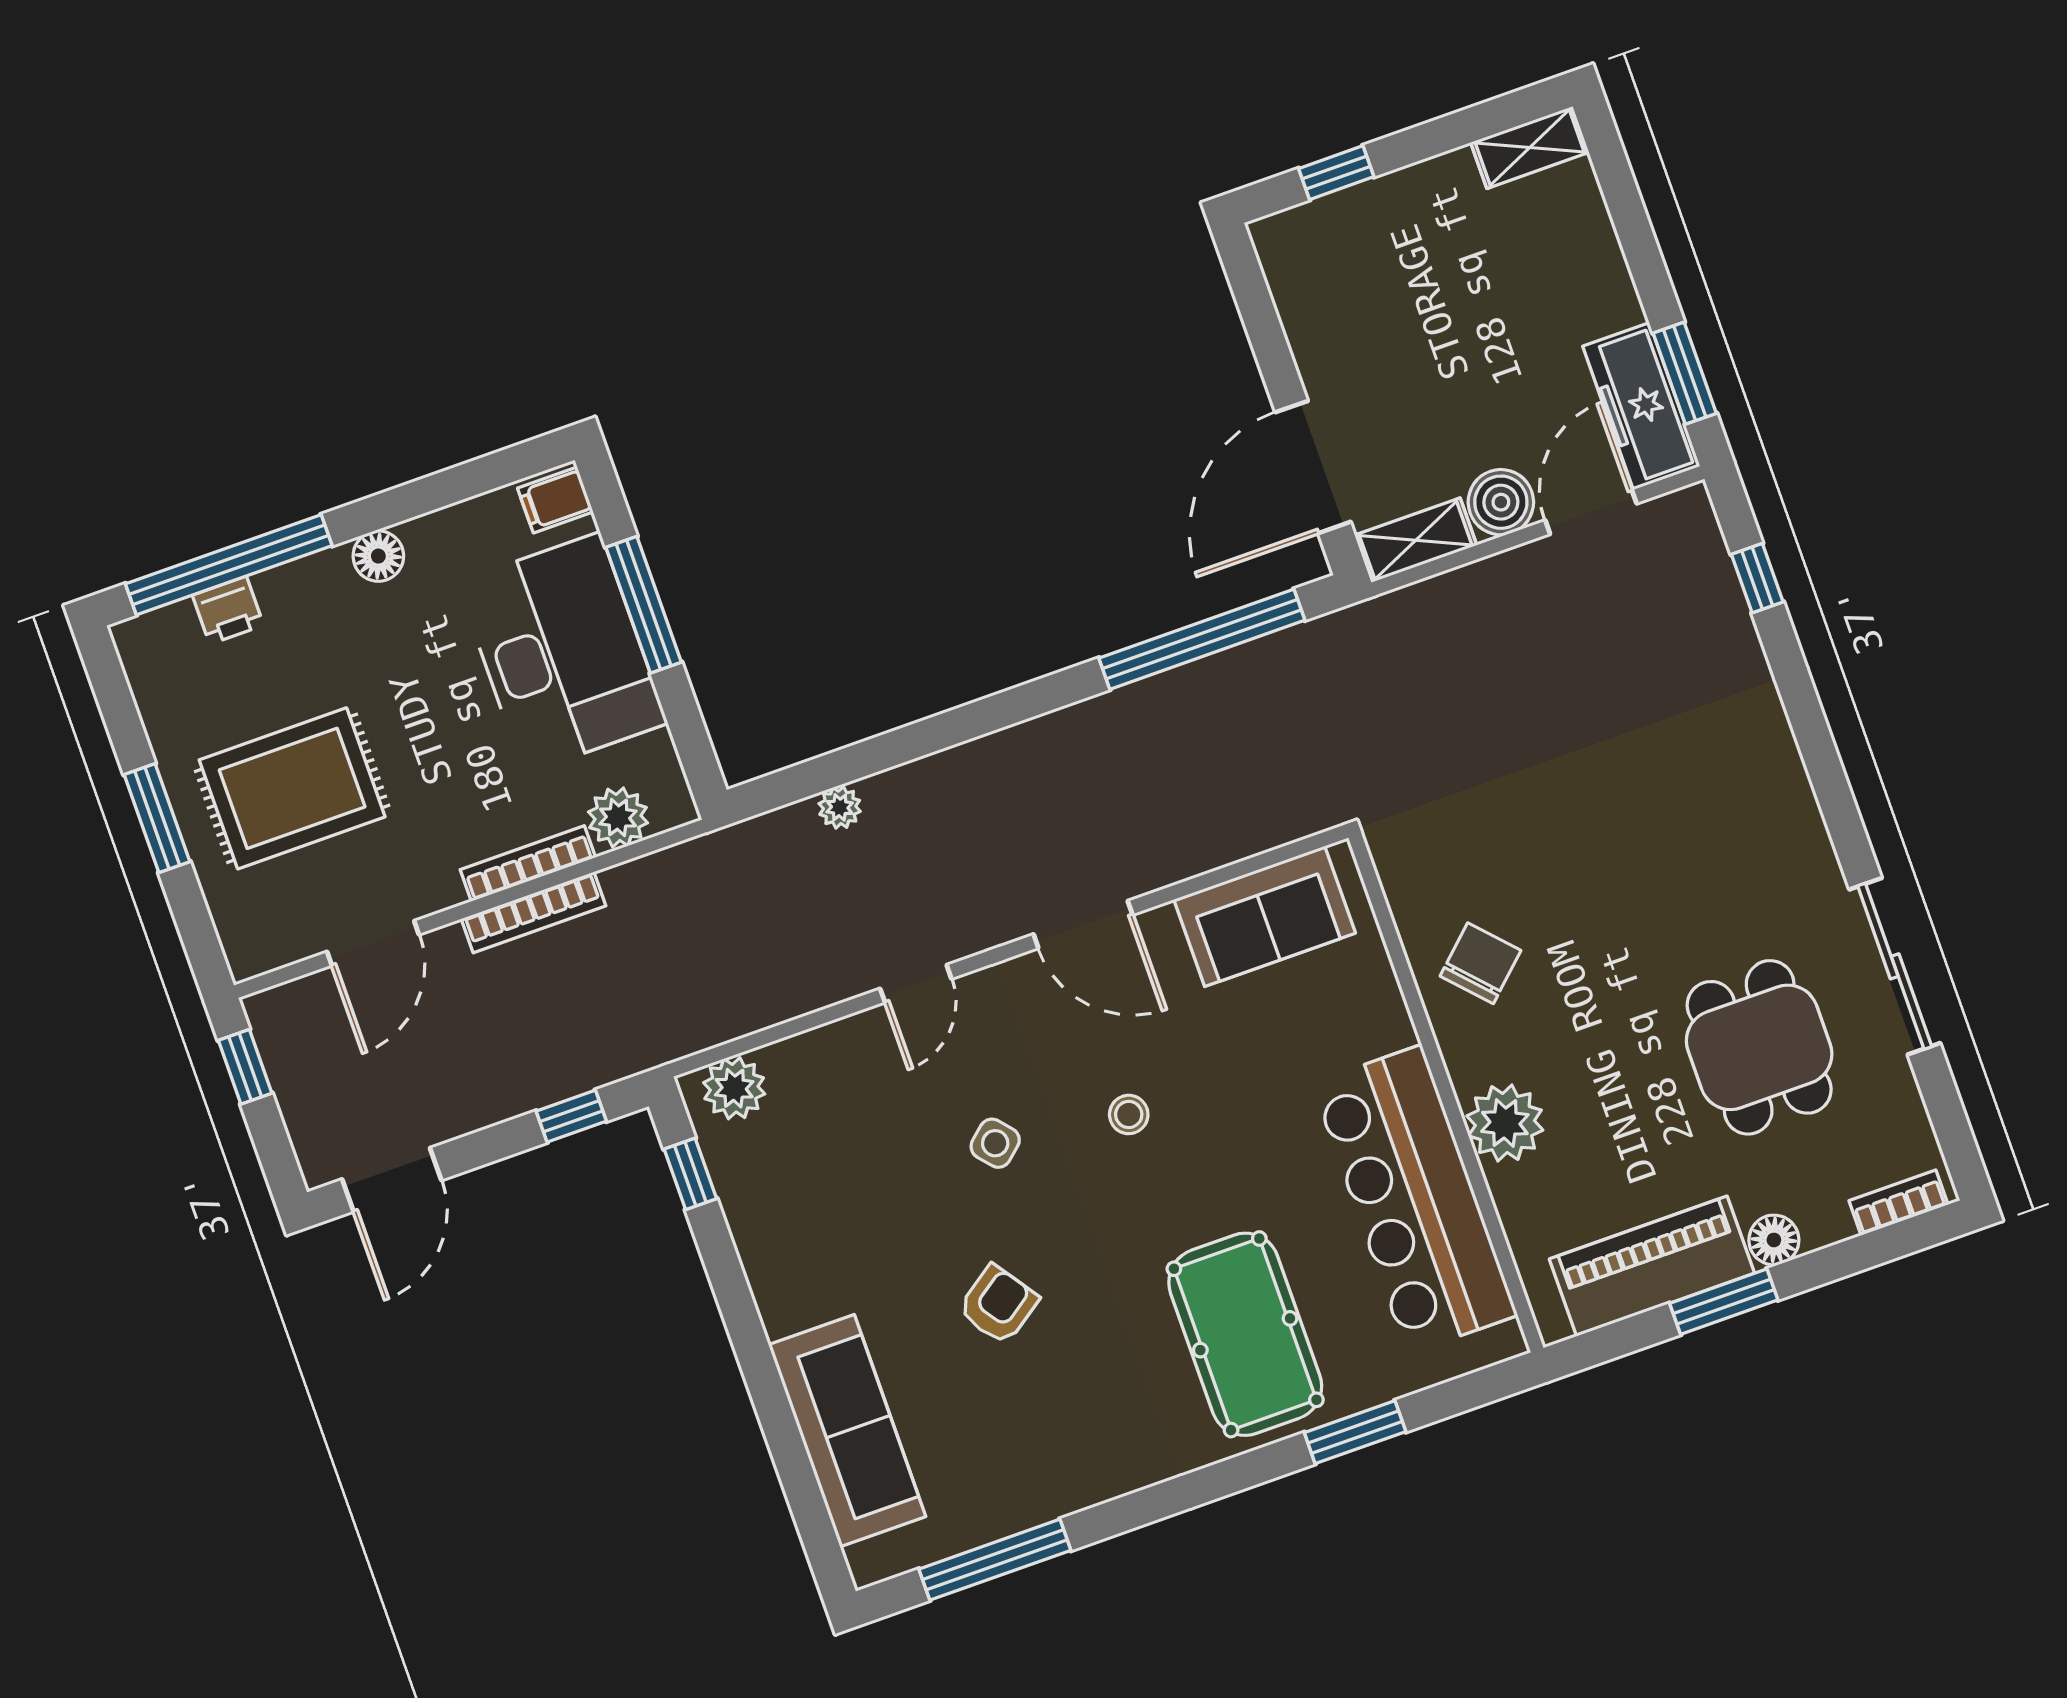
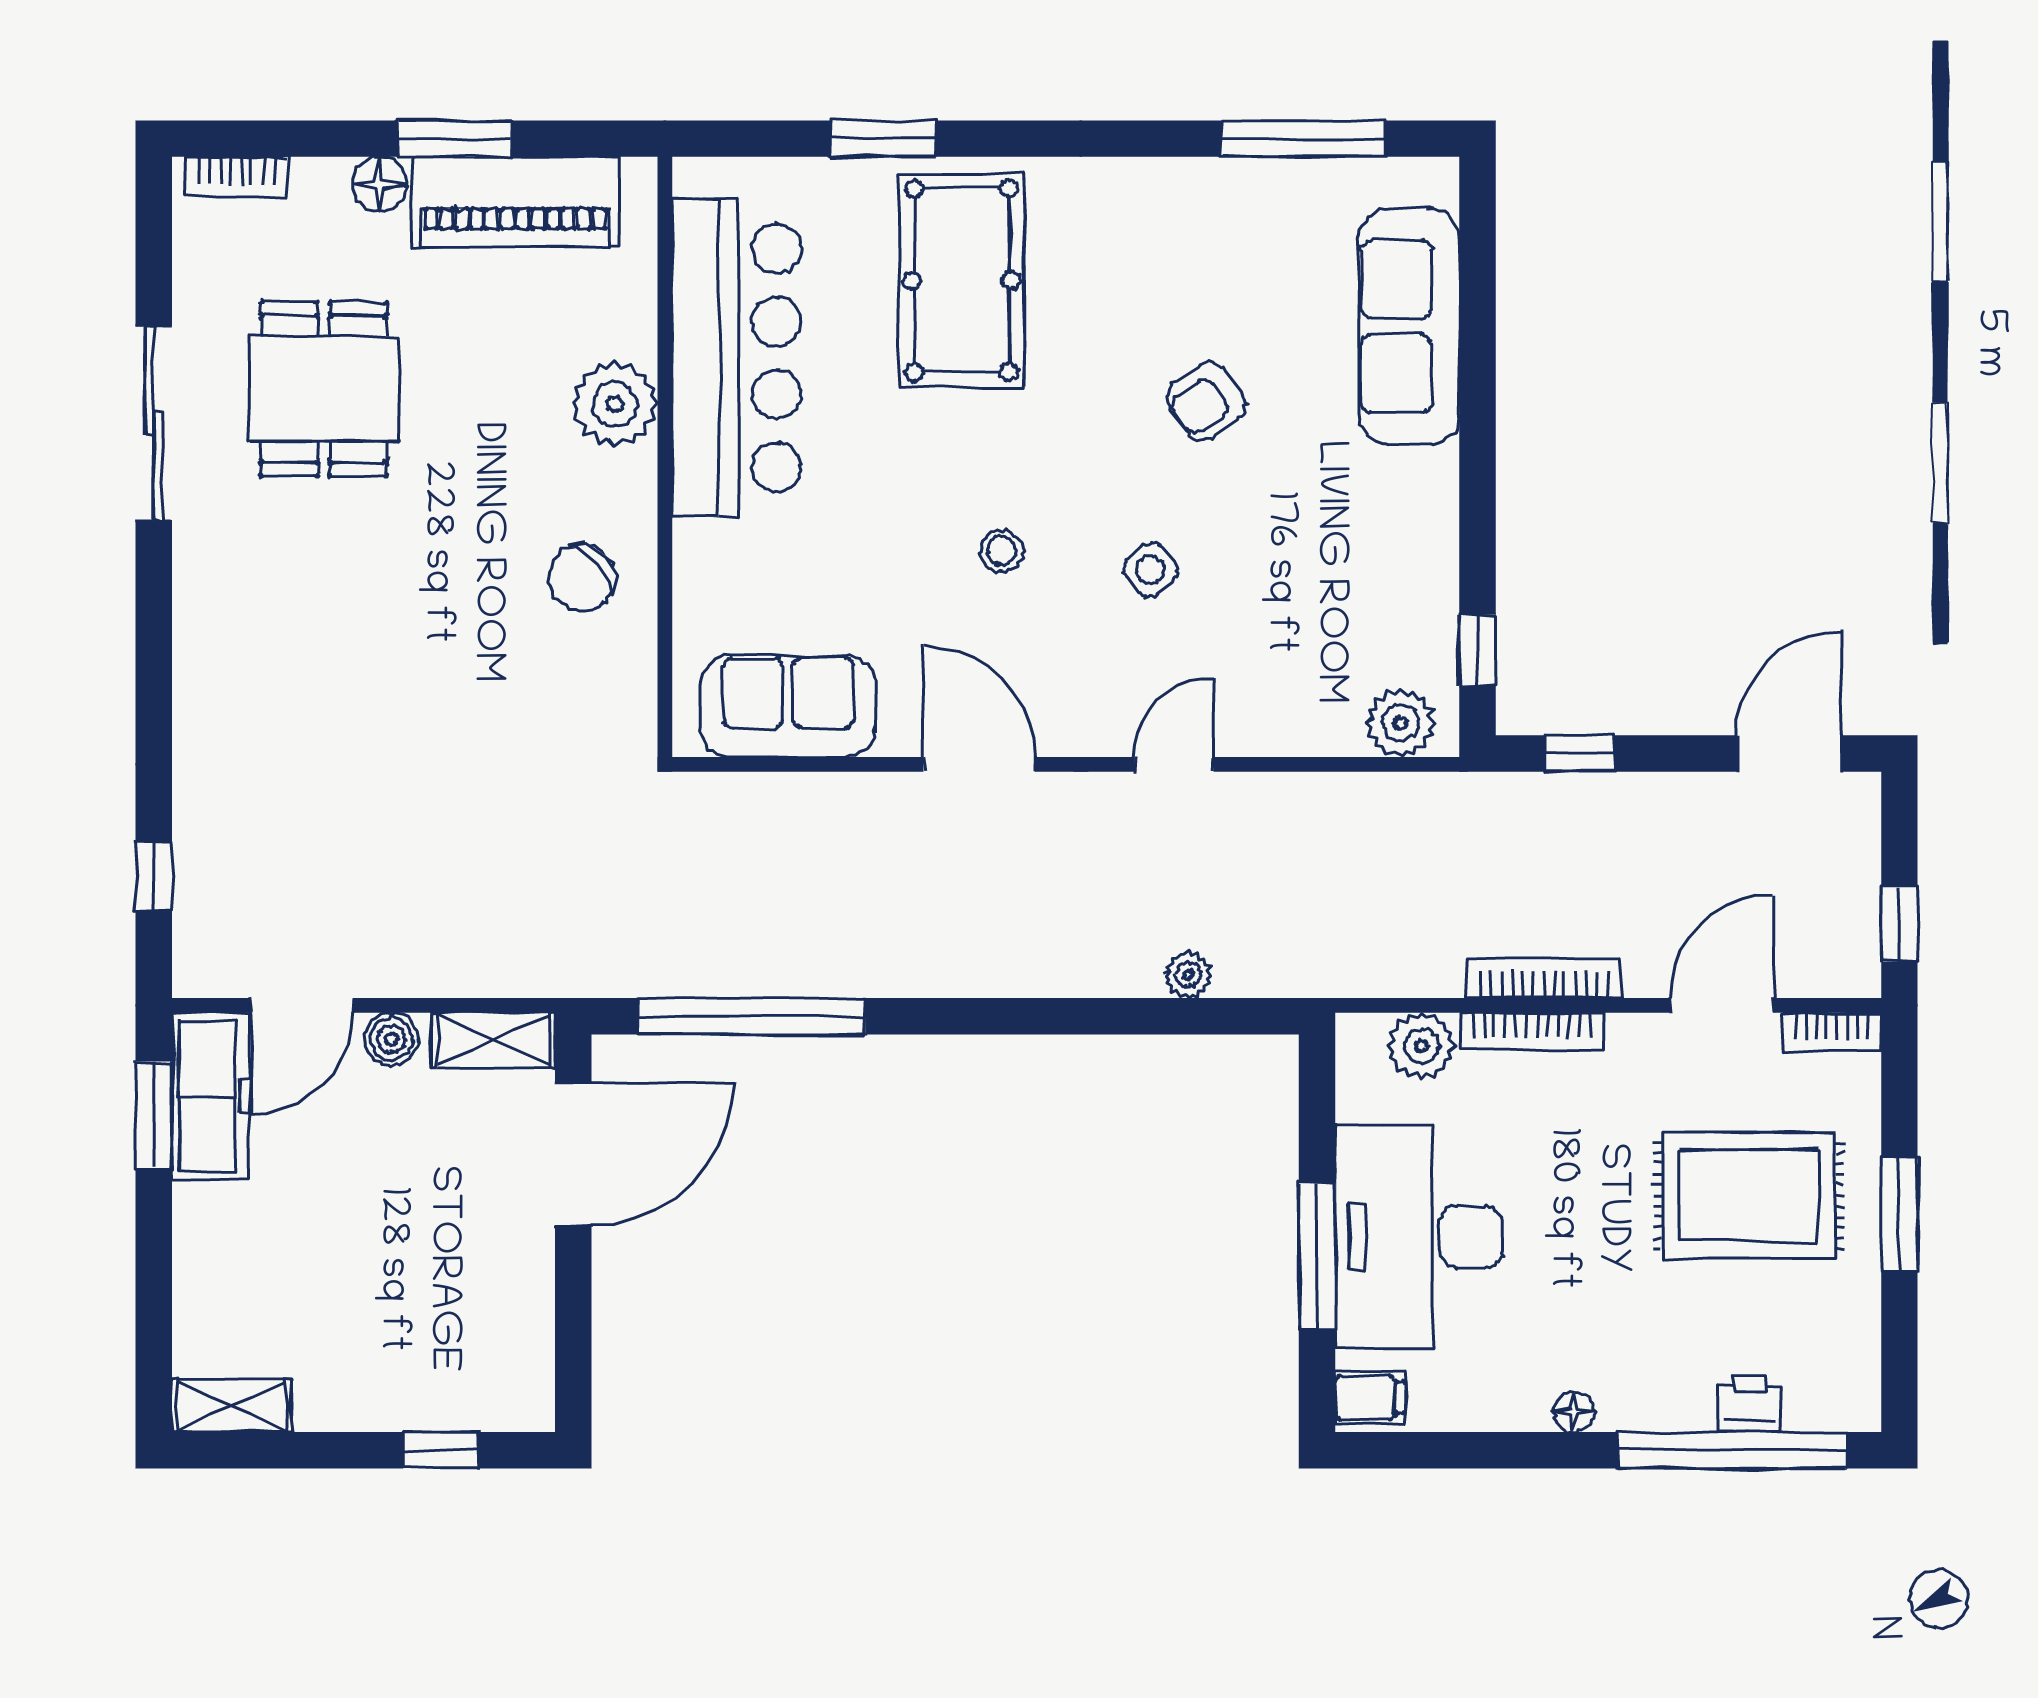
boiler: (1501, 502) -> (391, 1039), width x0.73, depth x0.73
floor lamp: (378, 556) -> (1574, 1412), width x0.73, depth x0.73
bookcase: (270, 954) -> (1832, 1032), added

